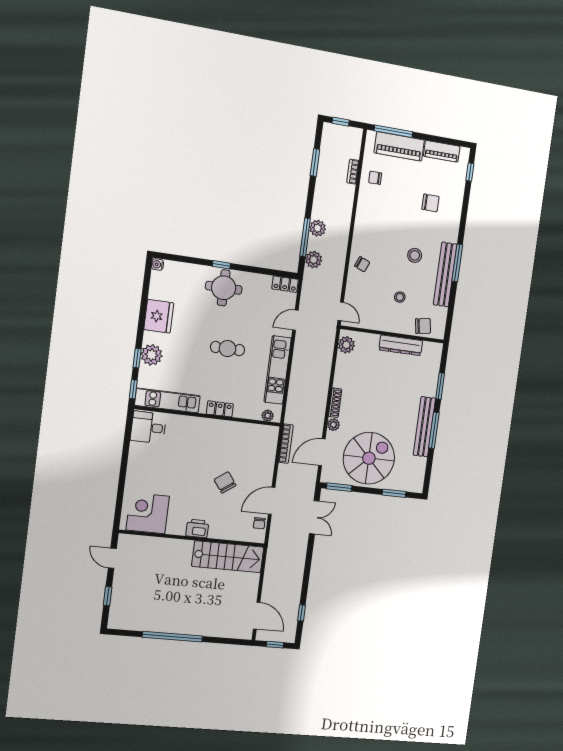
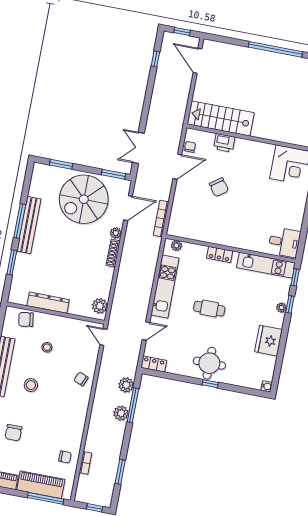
chair: (431, 203) -> (13, 433), turned -90
plant: (152, 355) -> (281, 308), width x0.53, depth x0.53
printer: (197, 528) -> (224, 143), moved

